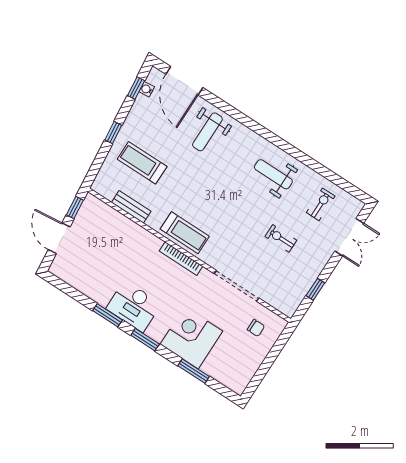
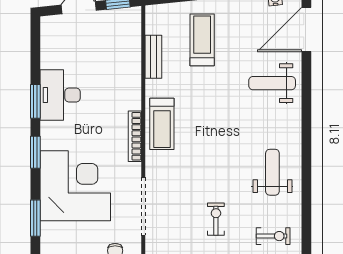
desk: (134, 306) -> (60, 95), moved
corner desk: (191, 338) -> (75, 186), width x1.36, depth x1.36

